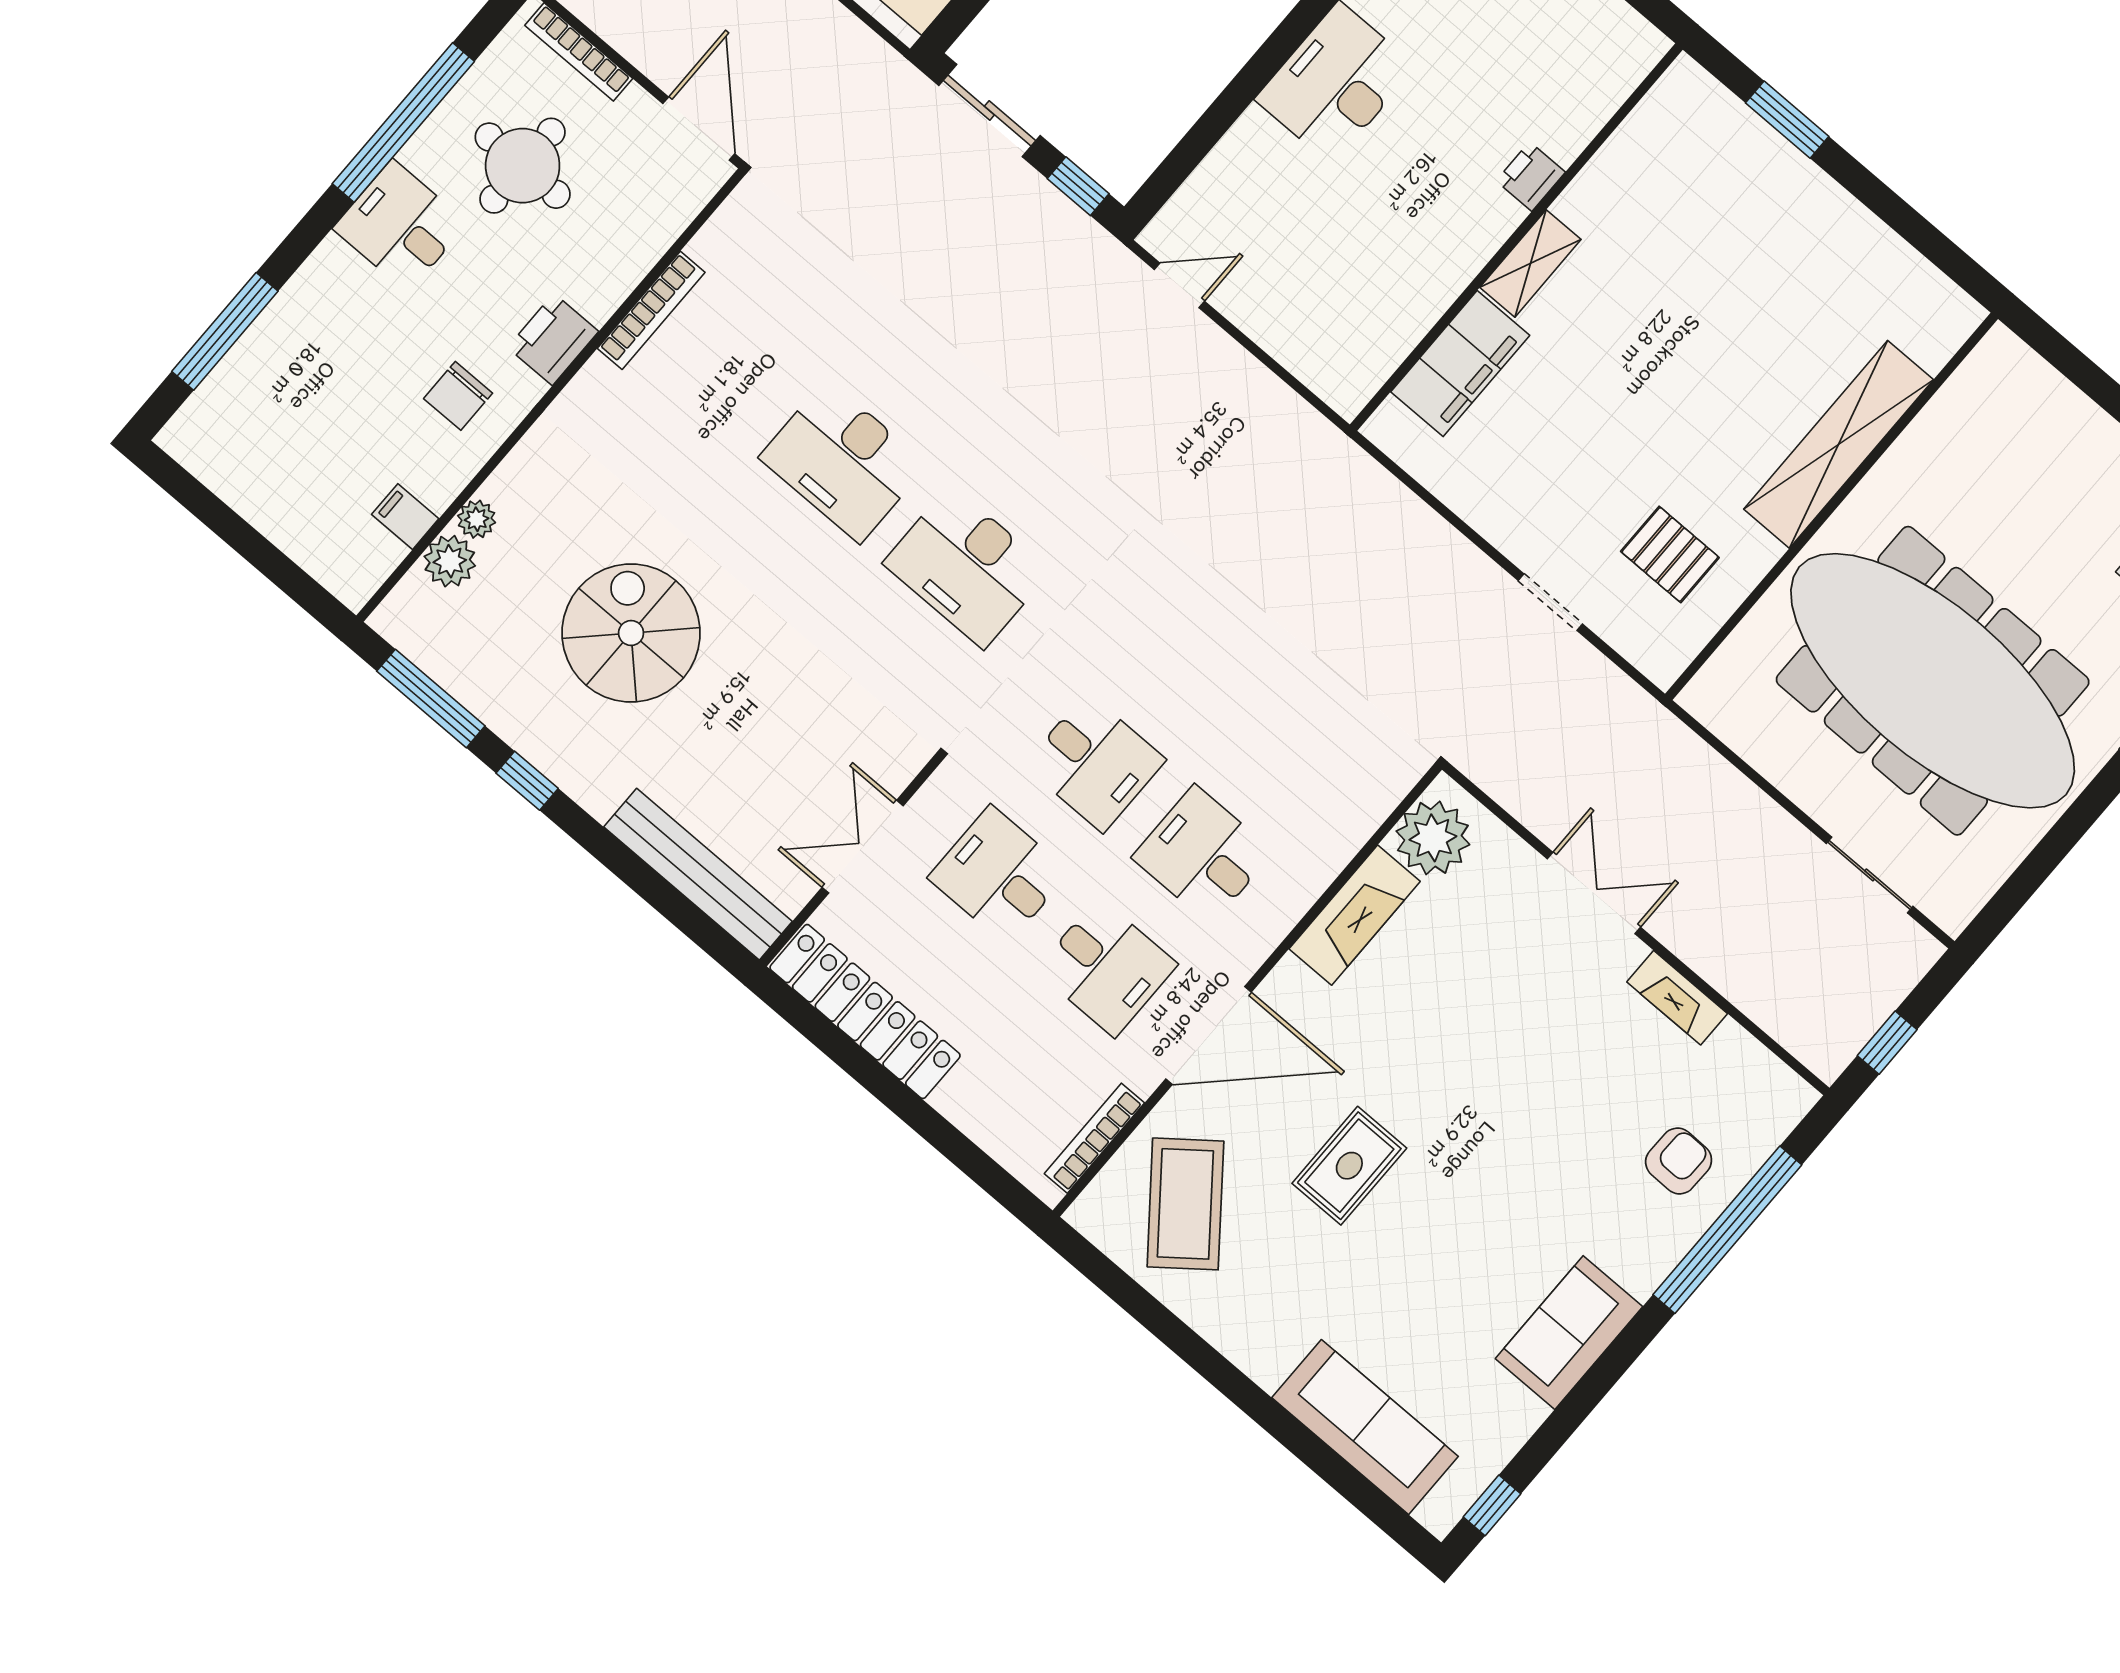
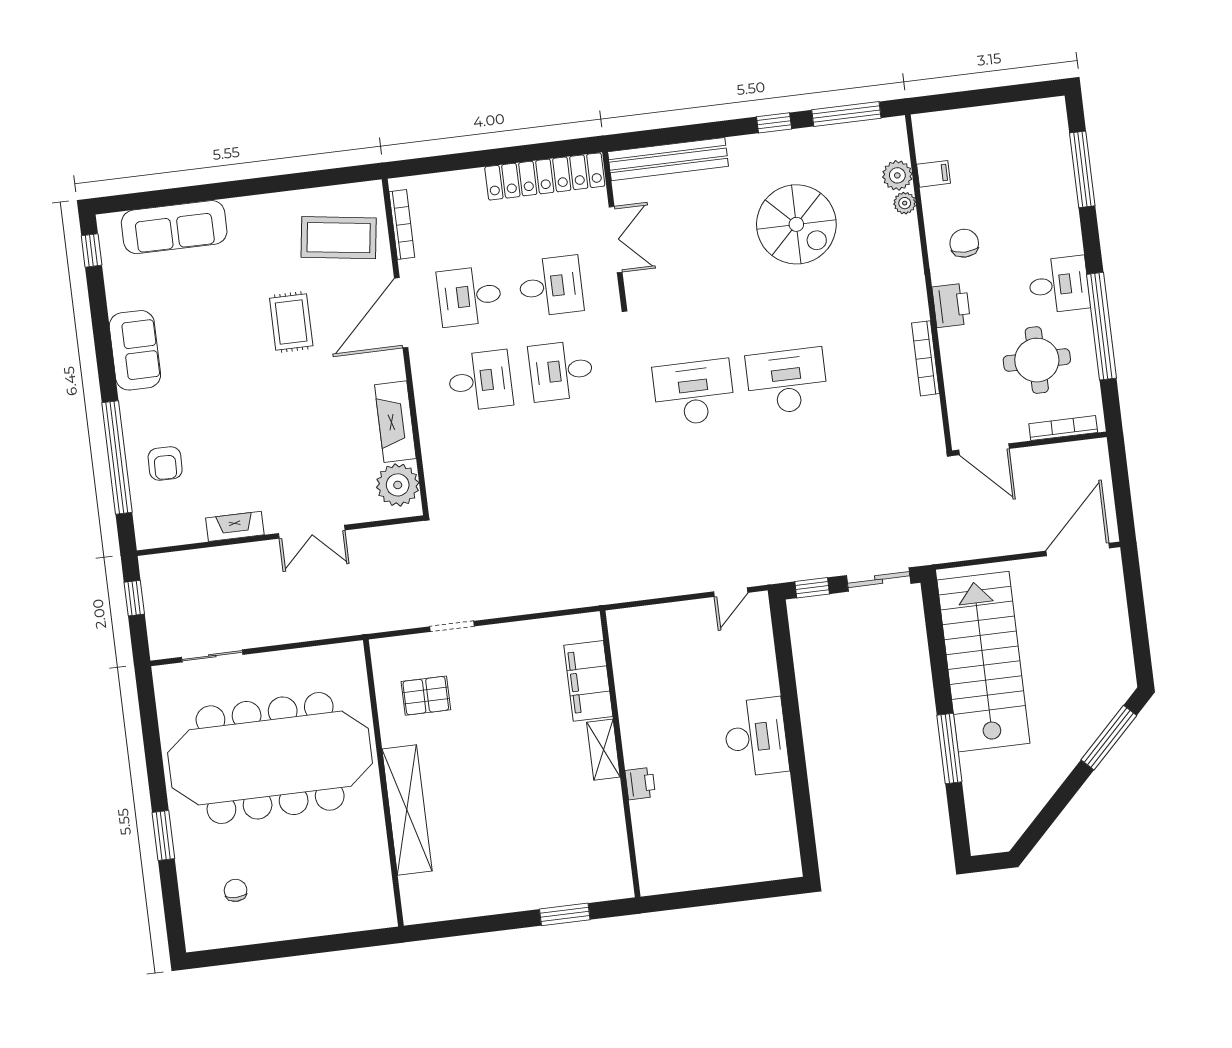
coffee table: (1185, 1204) -> (339, 238), turned -44

